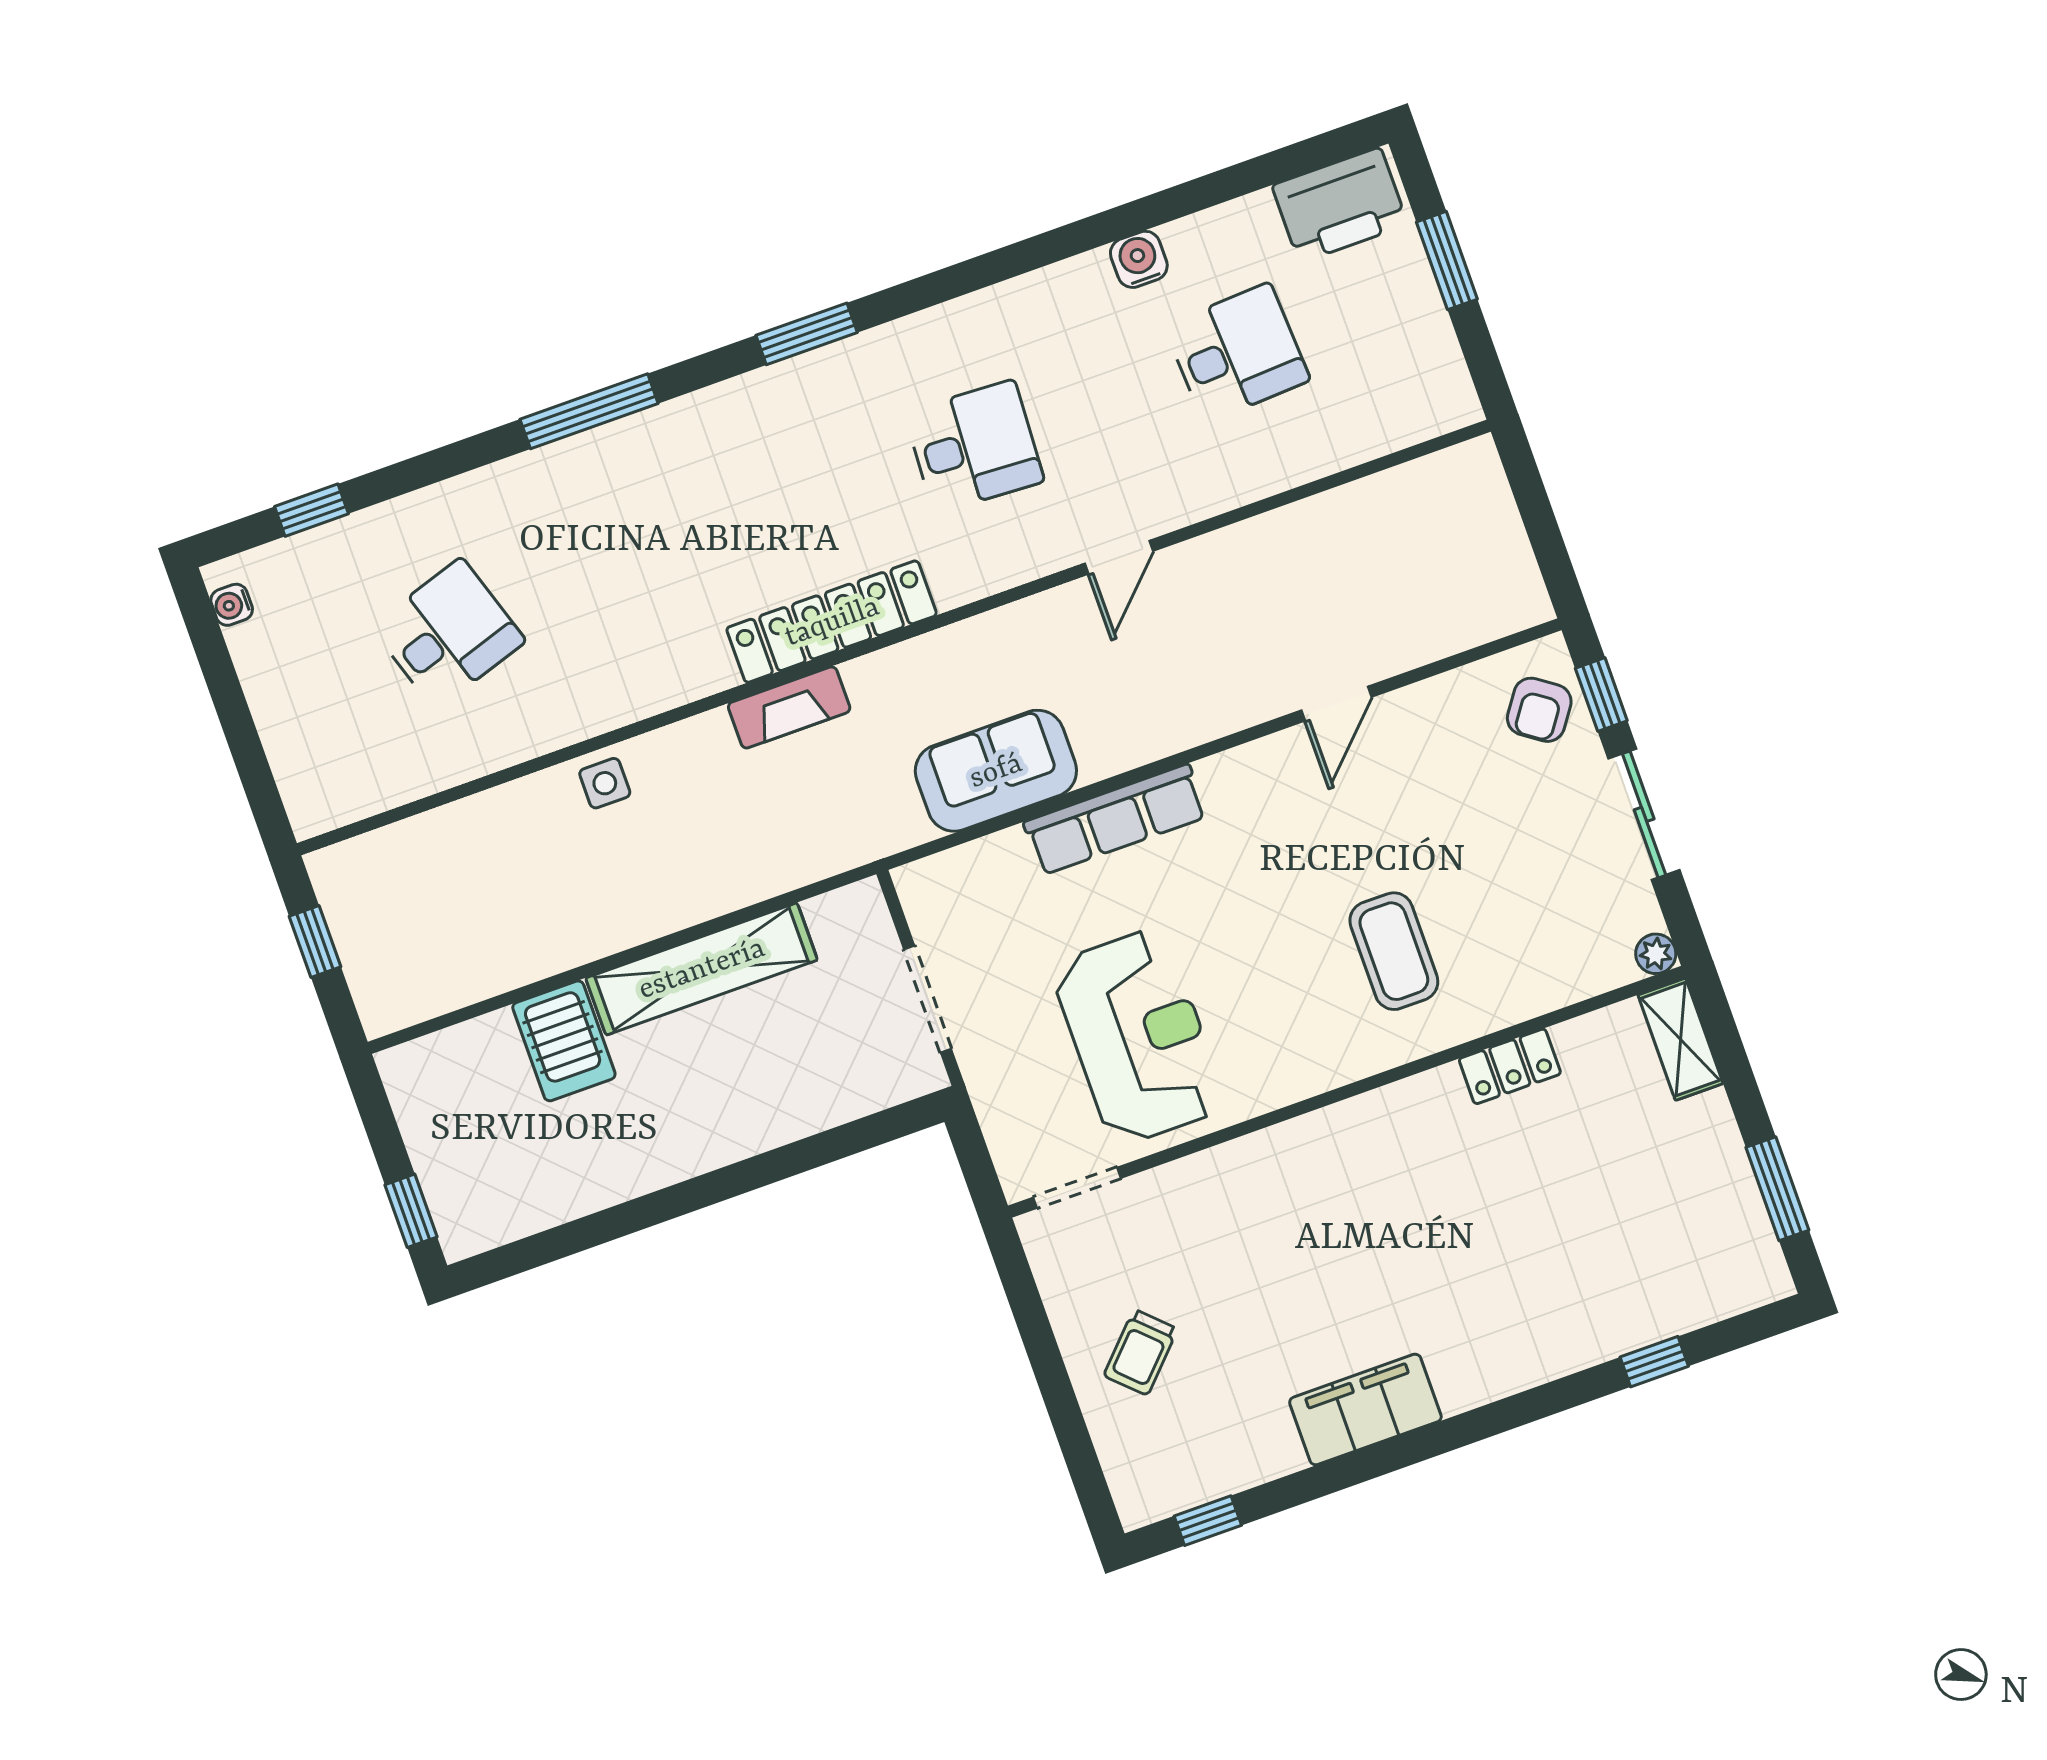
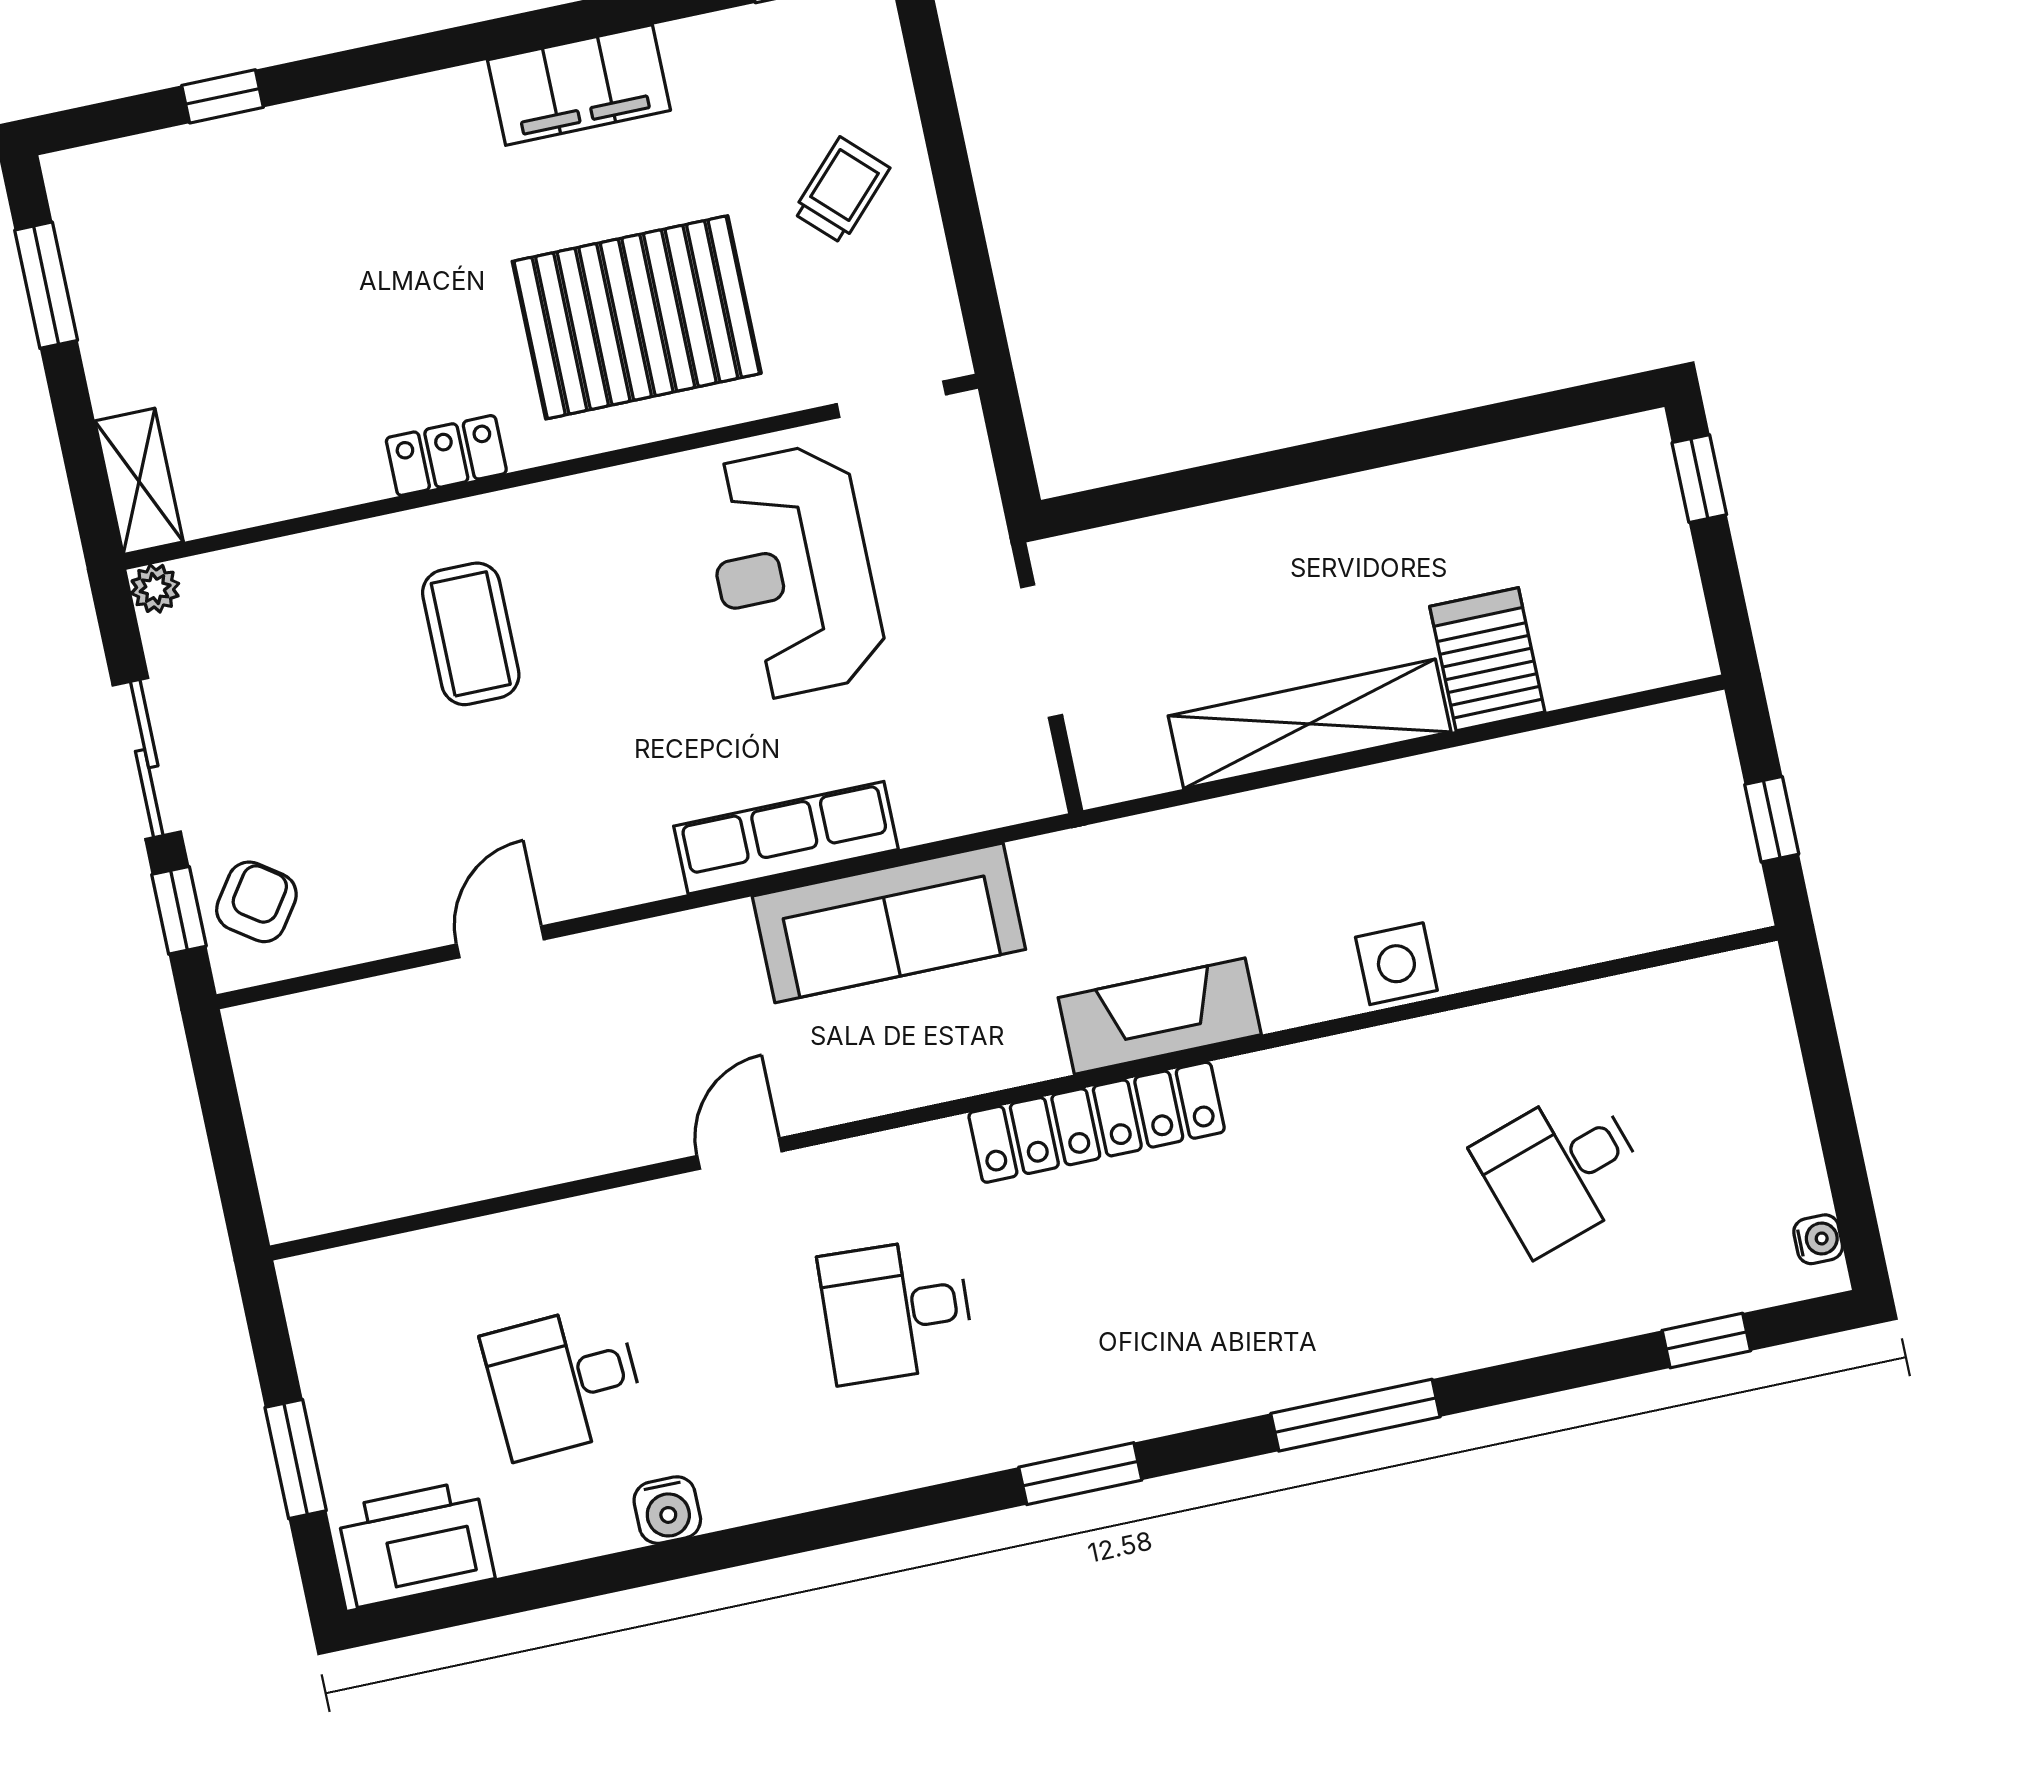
fireplace: (789, 707) -> (1160, 1016), width x1.37, depth x1.32
sofa: (996, 771) -> (889, 923), width x1.36
side table: (605, 783) -> (1396, 964), width x1.37, depth x1.37
locker: (1510, 1066) -> (446, 455), moved
pallet: (1293, 1227) -> (637, 317), added

